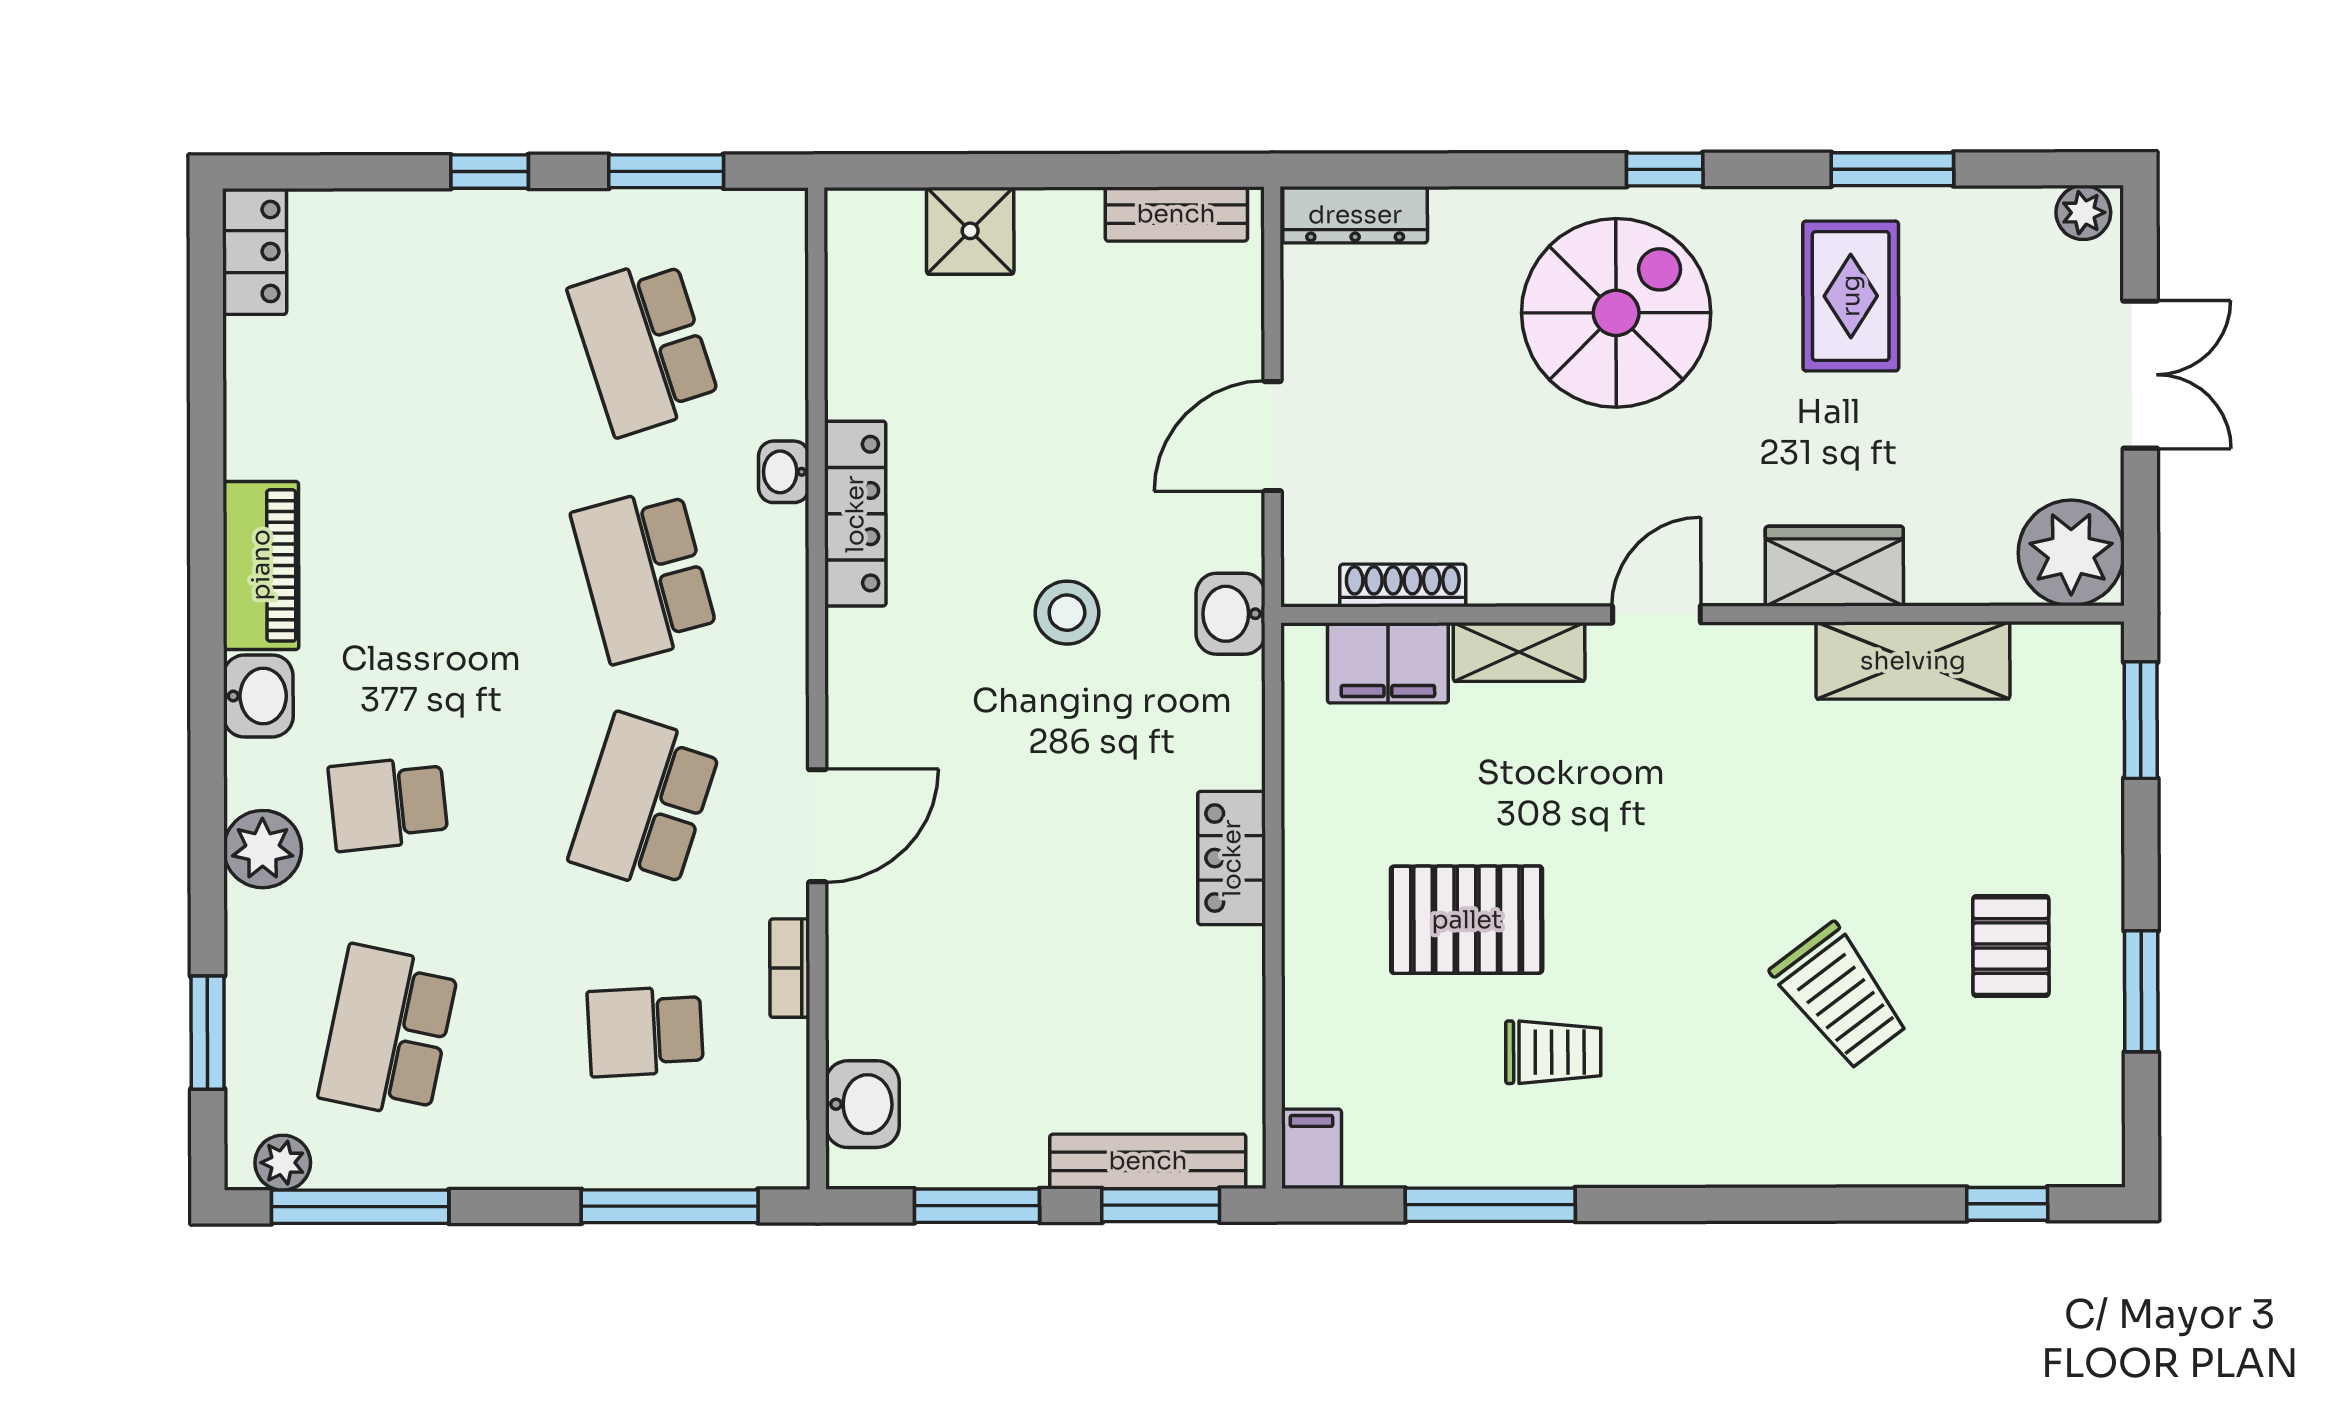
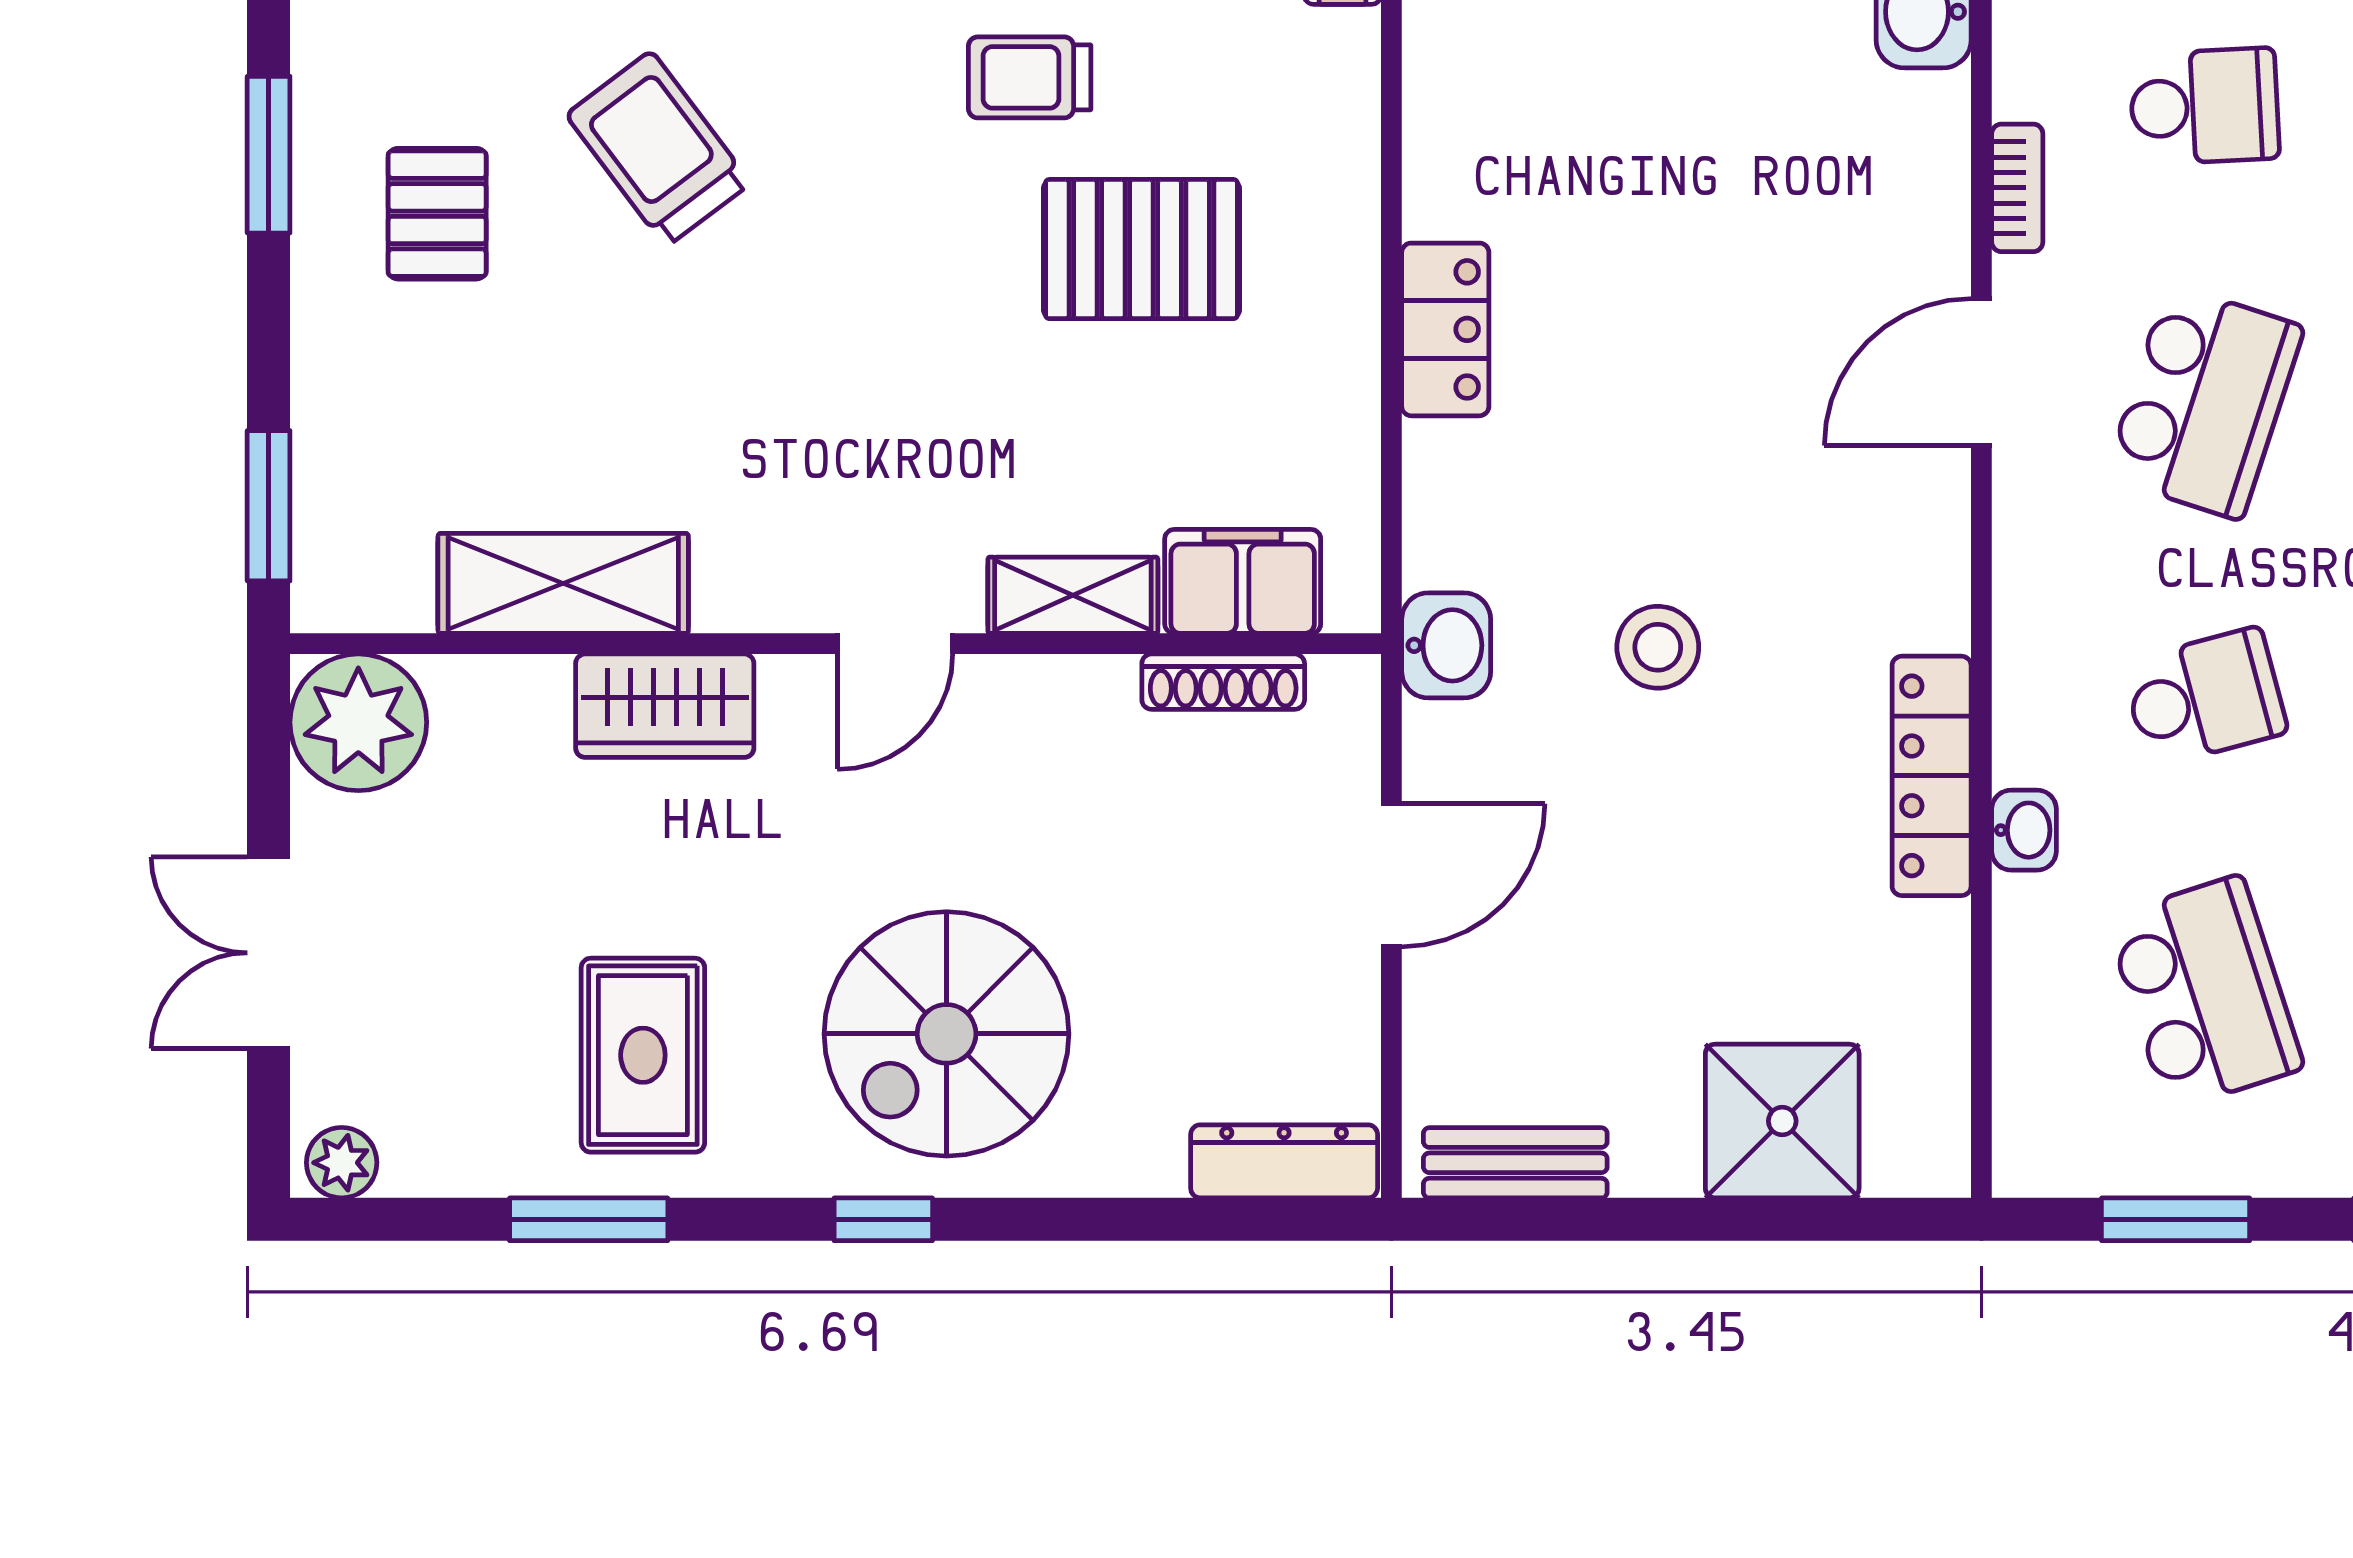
shower: (970, 231) -> (1782, 1121), width x1.36, depth x1.36
school desk: (644, 575) -> (2204, 697), width x0.54

